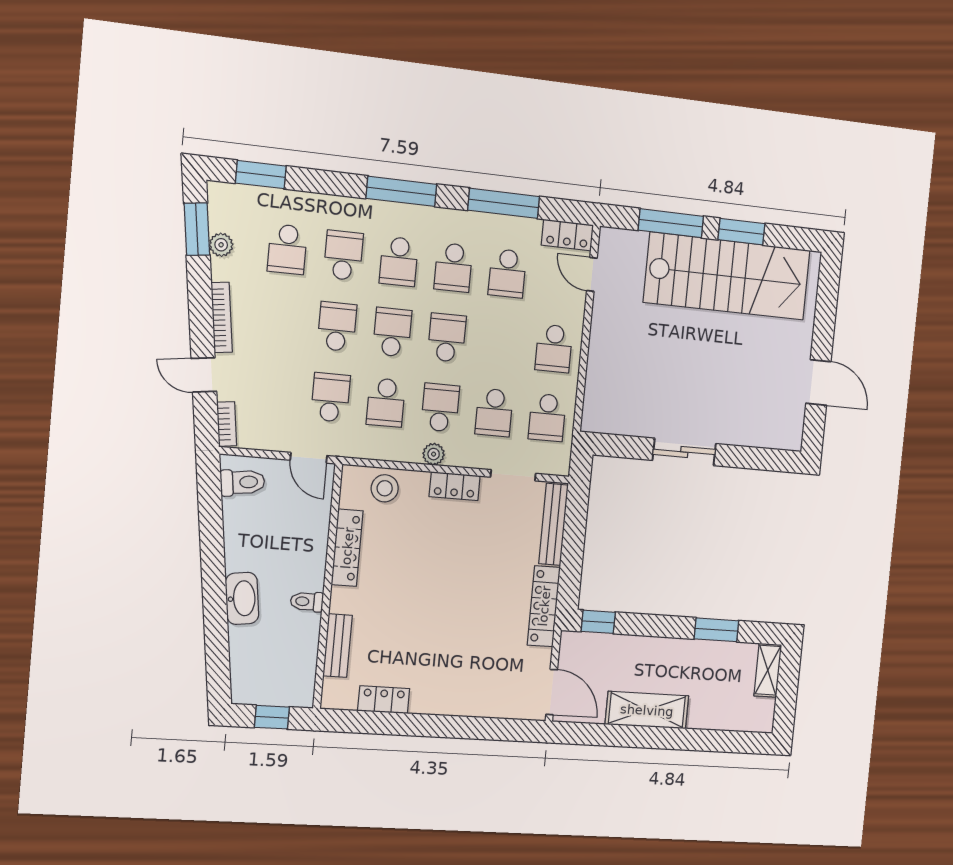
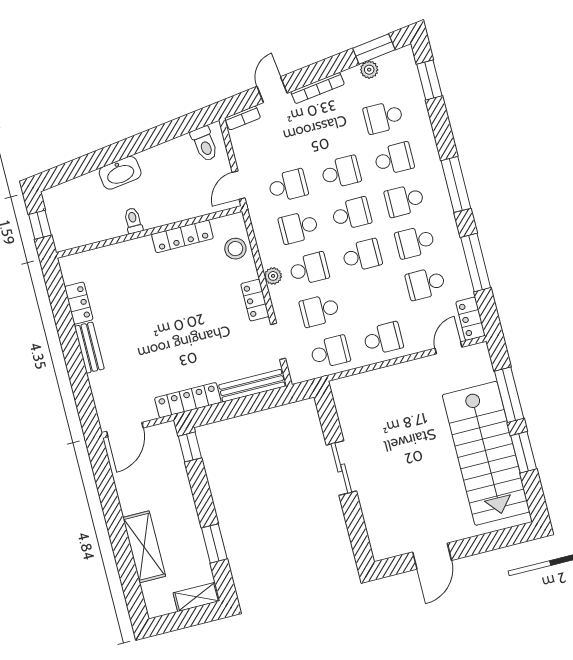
school desk: (554, 348) -> (383, 339), turned 180
school desk: (547, 417) -> (330, 352), turned 180
bench: (338, 646) -> (89, 348), moved, turned 90
shelving: (647, 710) -> (144, 547), moved

